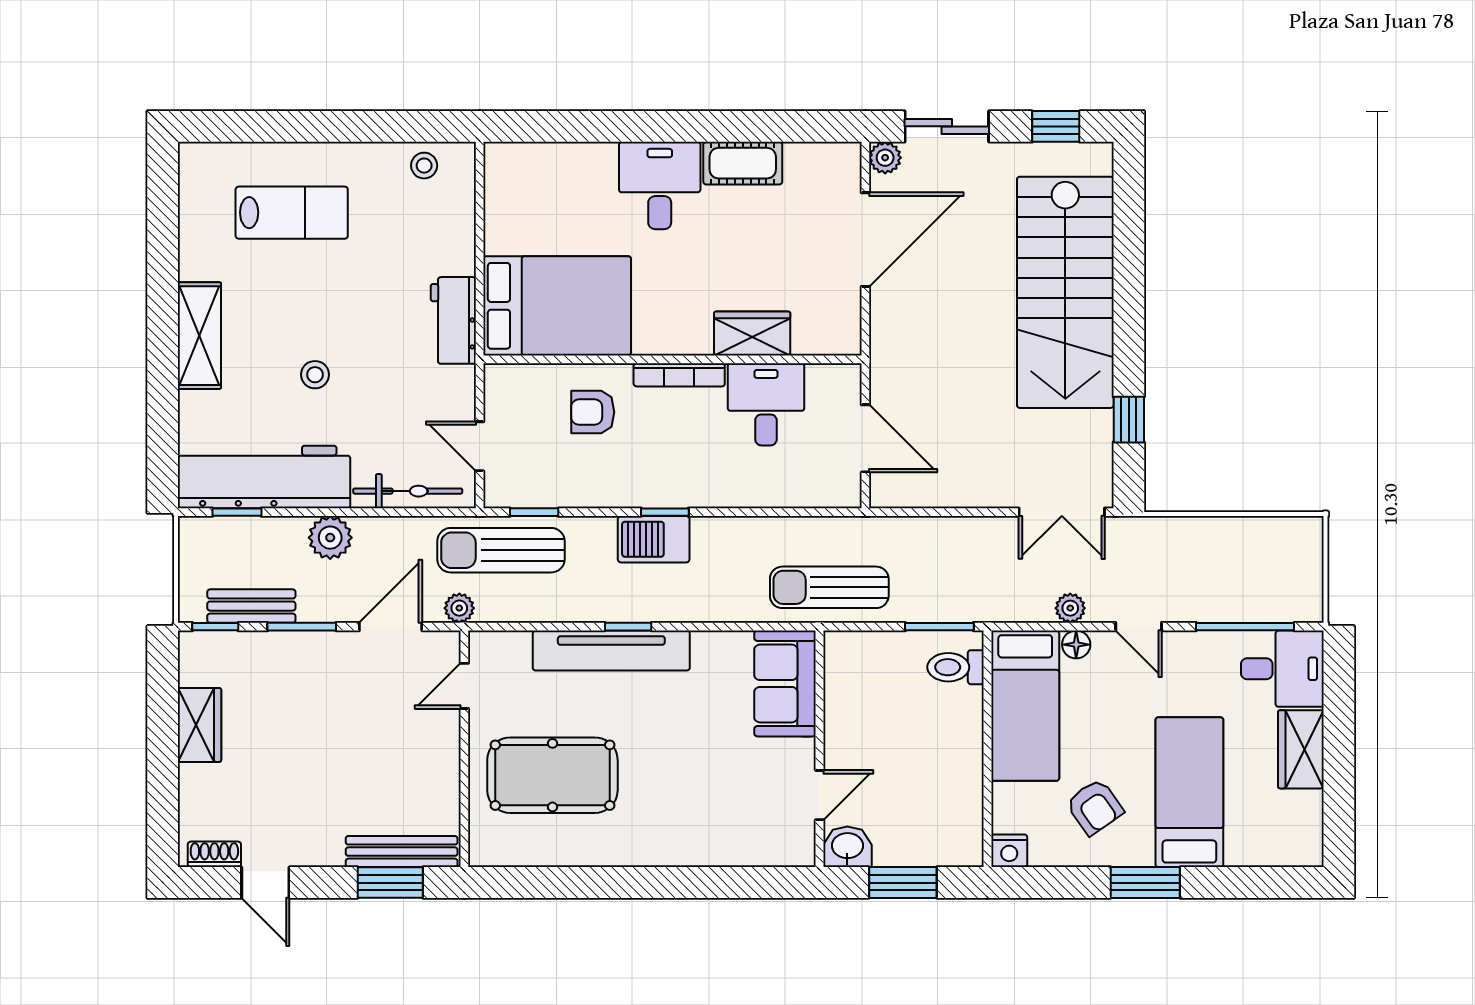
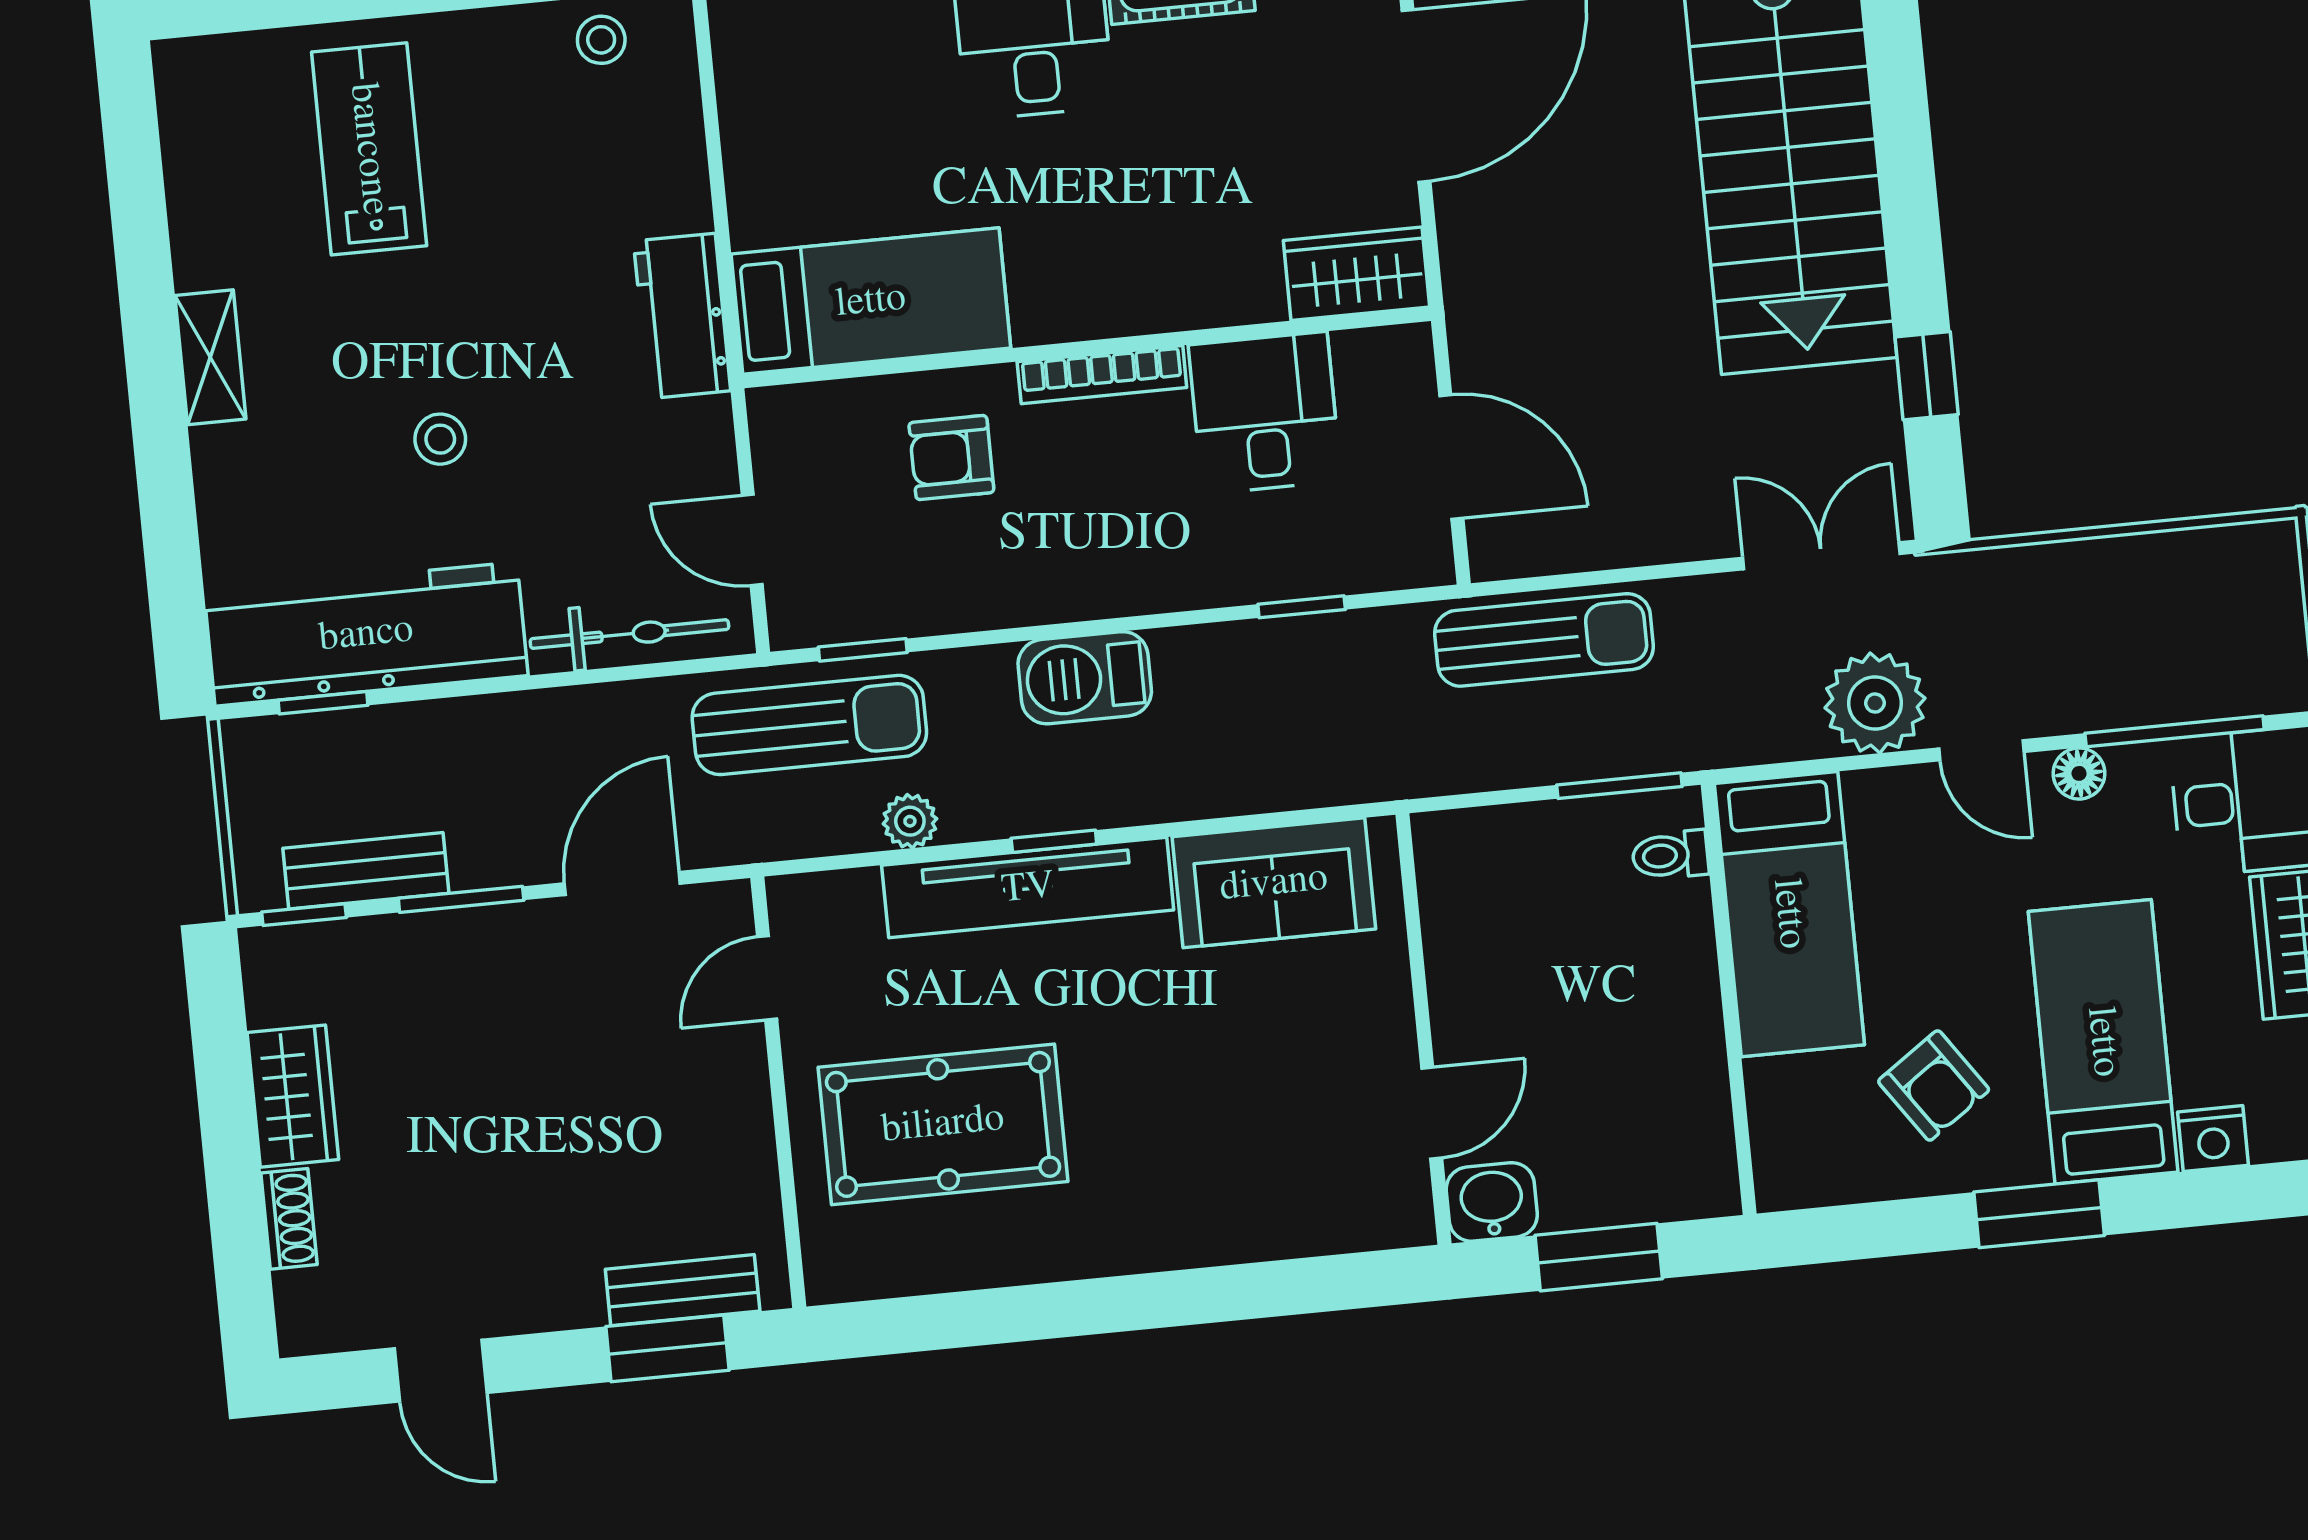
lab bench: (292, 213) -> (369, 149), turned -90
bed: (557, 306) -> (871, 301), width x0.67
wardrobe: (752, 333) -> (1357, 274), moved
shelving: (199, 336) -> (210, 357), width x0.67, depth x0.75
window: (665, 512) -> (1302, 607), moved
double door: (1062, 512) -> (1821, 556), swing flipped
plant: (330, 538) -> (497, 732), removed
sun lounger: (501, 550) -> (809, 725), turned 180
sun lounger: (829, 587) -> (1544, 640), moved, turned 180
plant: (459, 608) -> (910, 821), moved
plant: (1070, 608) -> (1875, 703), width x1.88, depth x1.88
floor lamp: (1076, 645) -> (2079, 773), moved
toilet: (956, 667) -> (1670, 855), width x0.73, depth x0.72
sofa: (785, 683) -> (1274, 883), moved, turned -90
nightstand: (1009, 851) -> (2213, 1139), moved
bench: (402, 852) -> (683, 1290), width x0.73
shoe rack: (214, 854) -> (289, 1219), moved, turned 90

